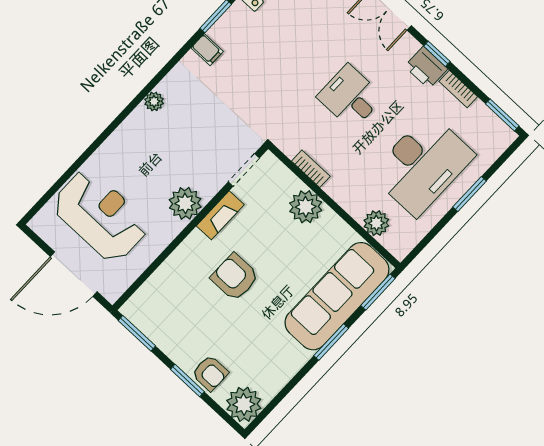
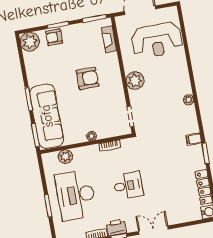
plant: (306, 207) -> (92, 136), width x0.53, depth x0.53
fireplace: (220, 215) -> (109, 39), moved

